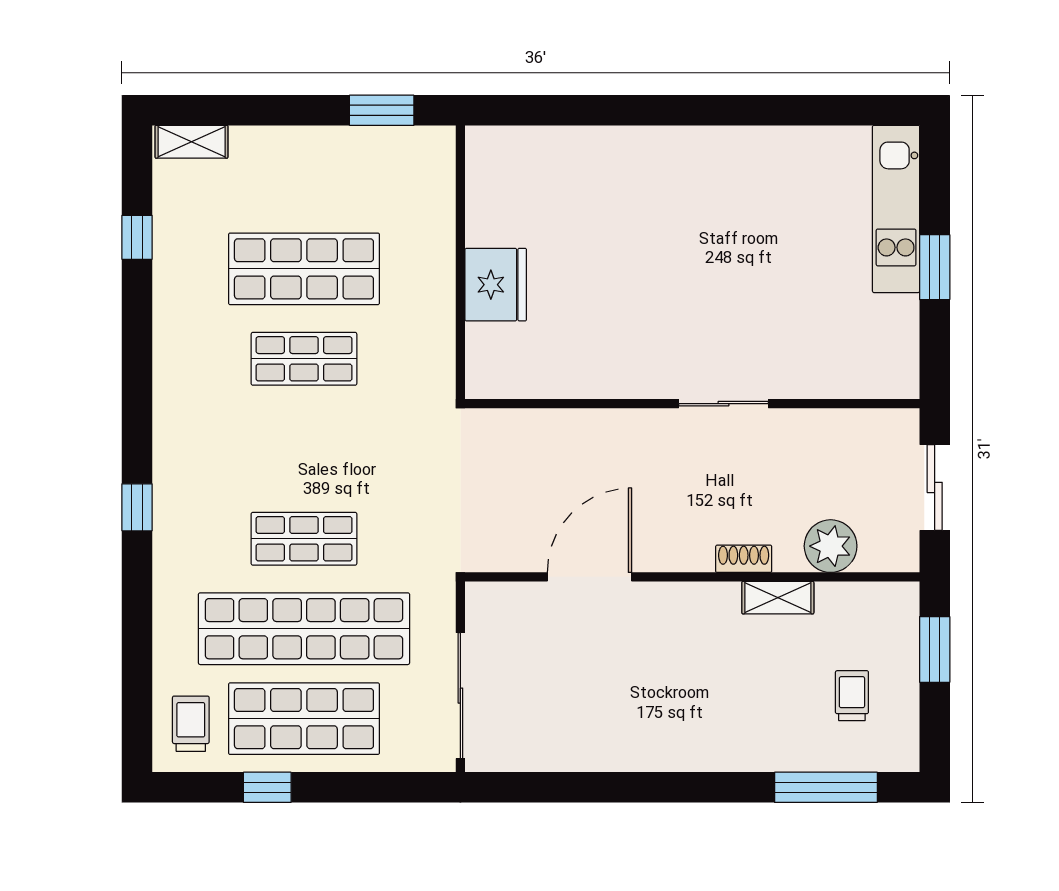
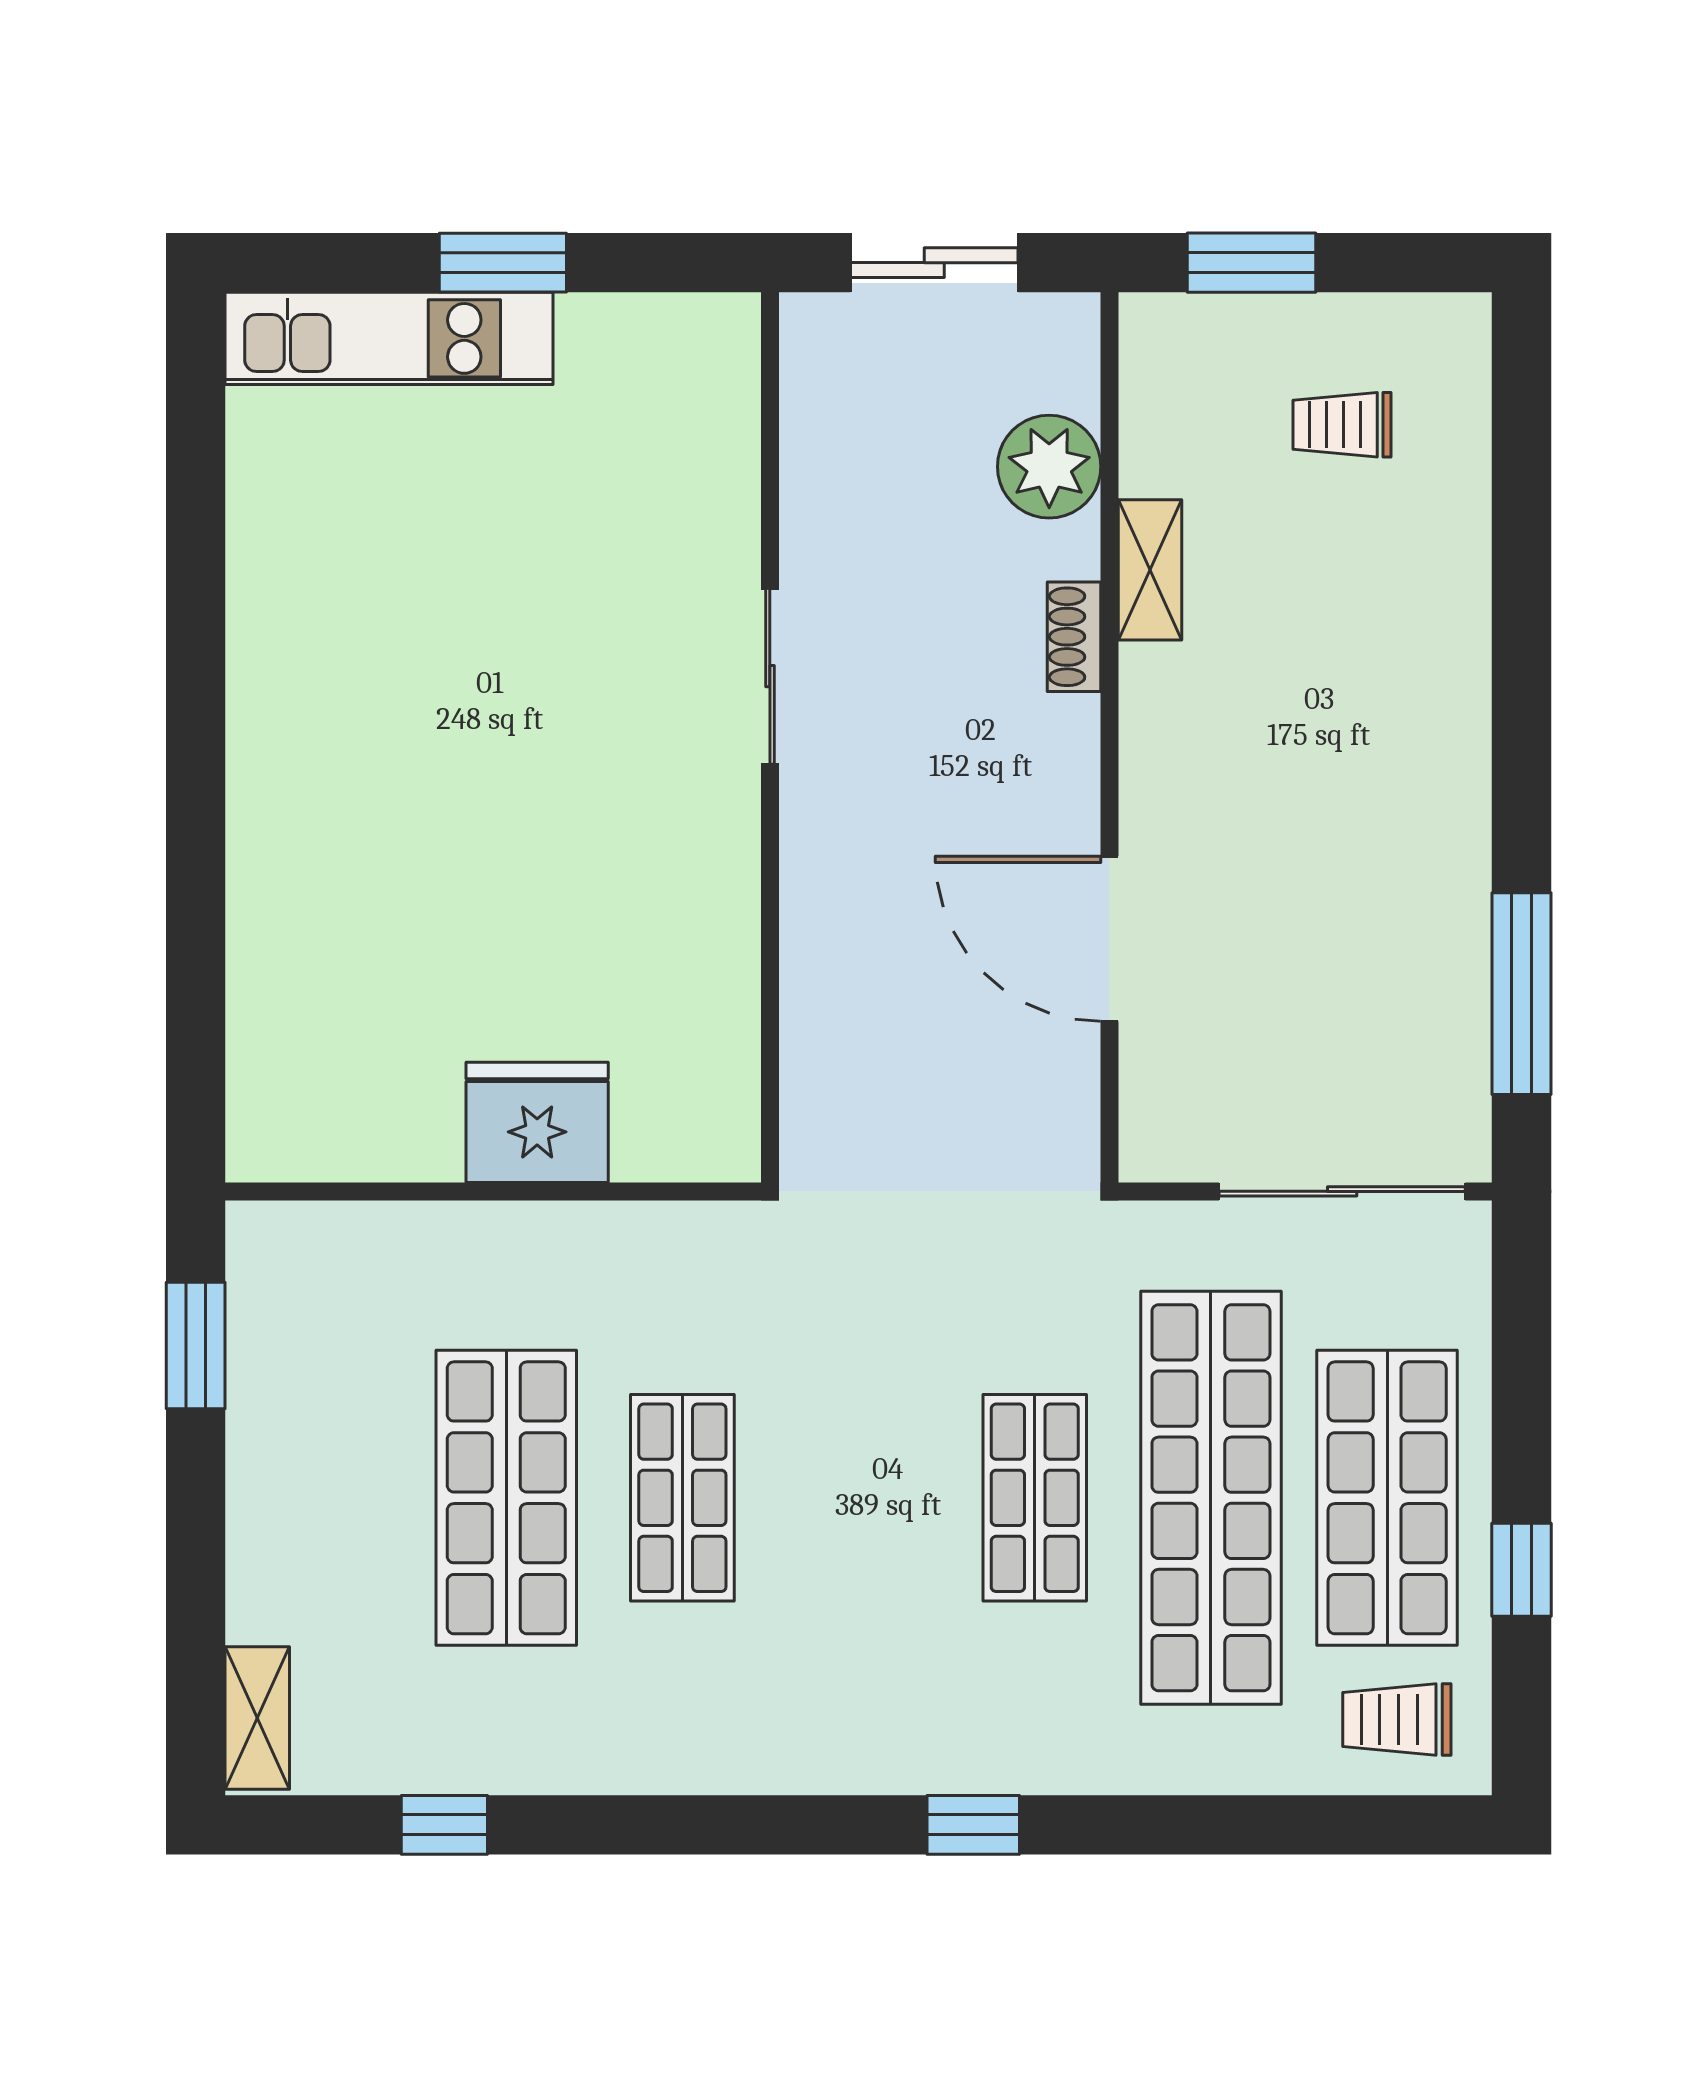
window: (826, 787) -> (1522, 994), moved

